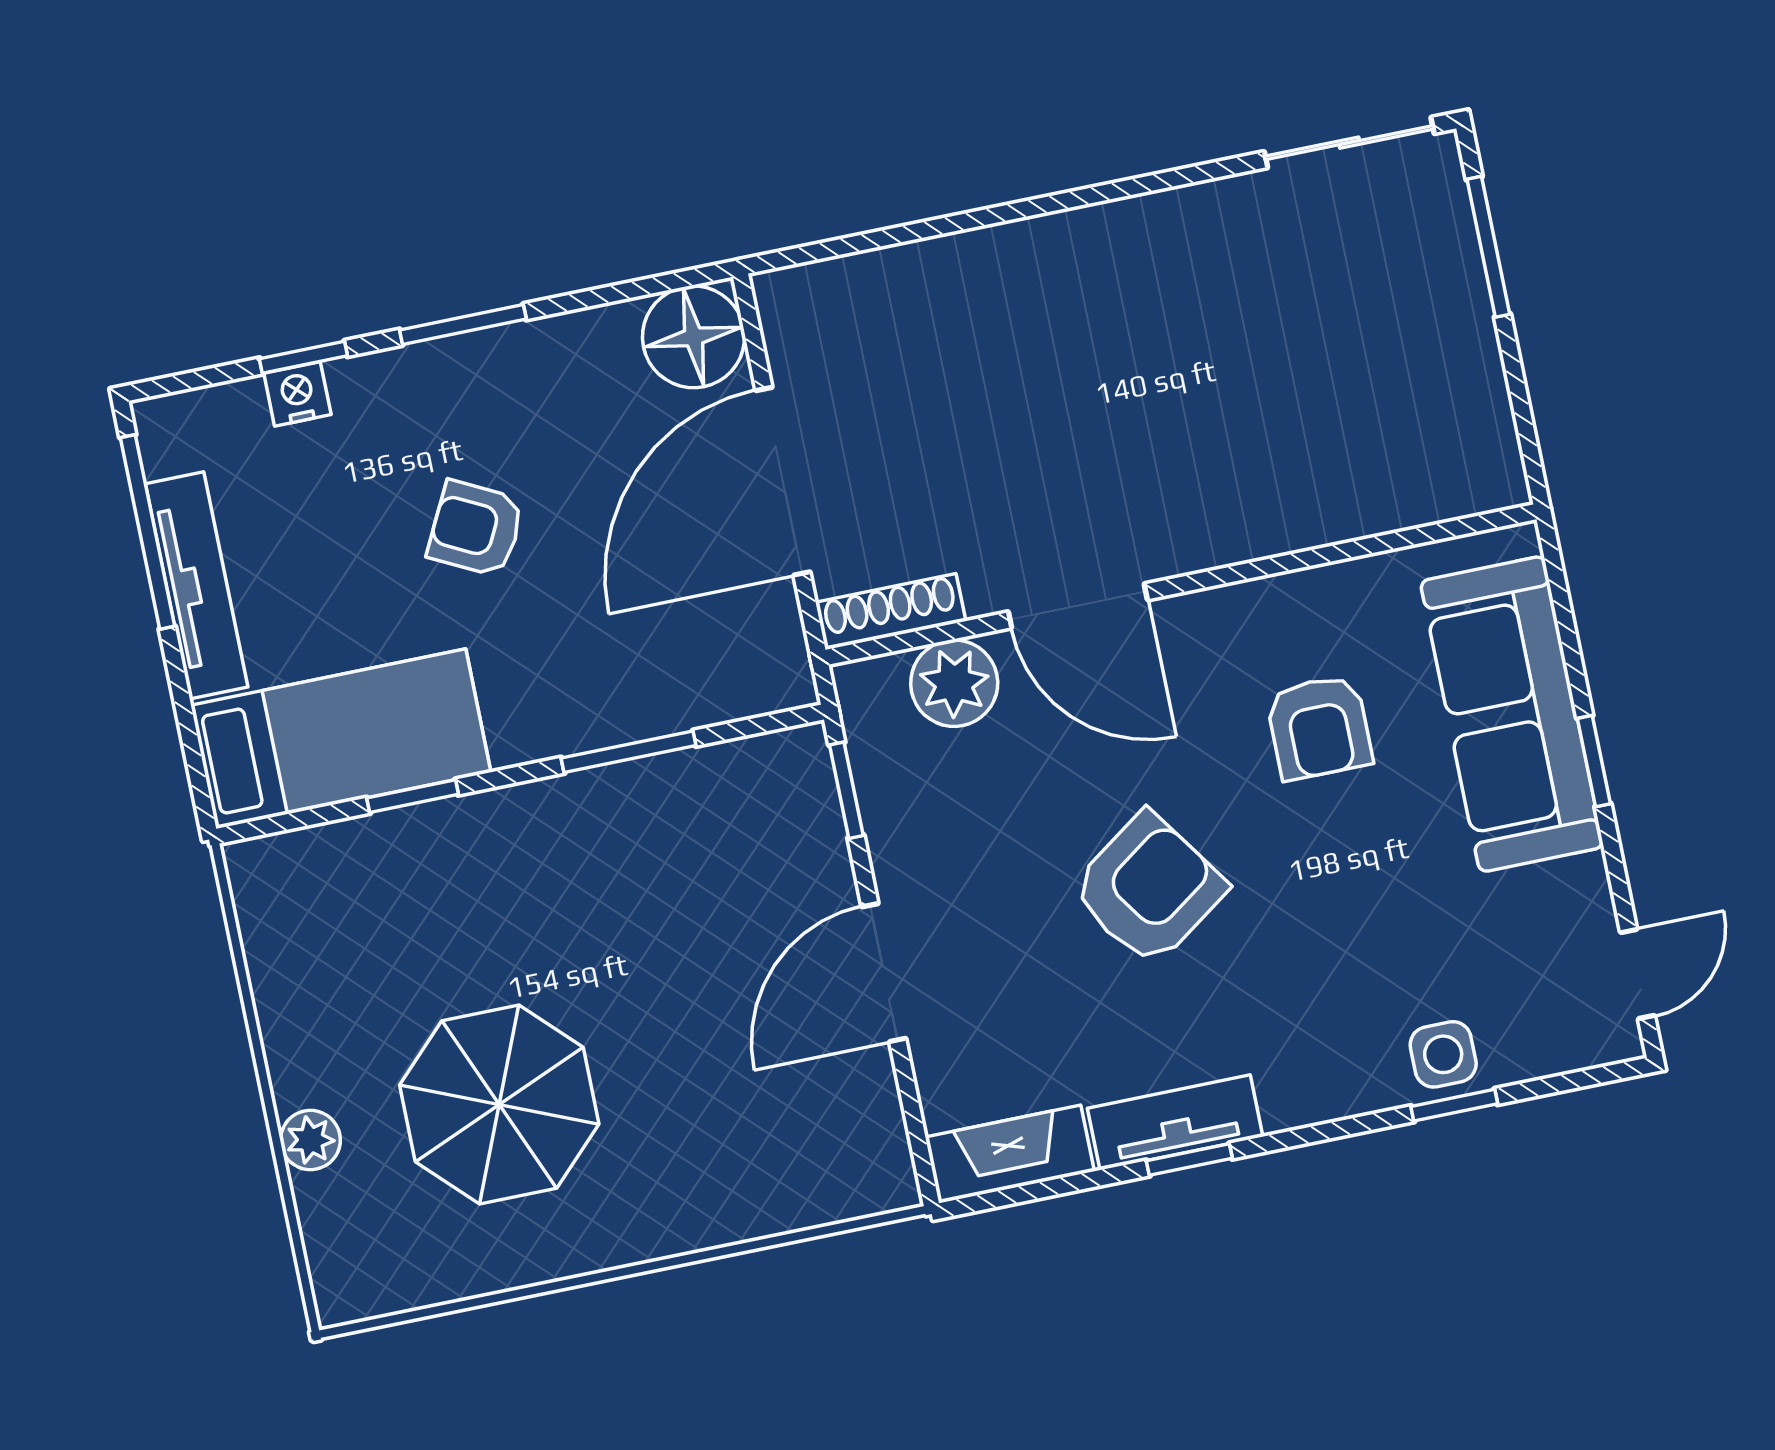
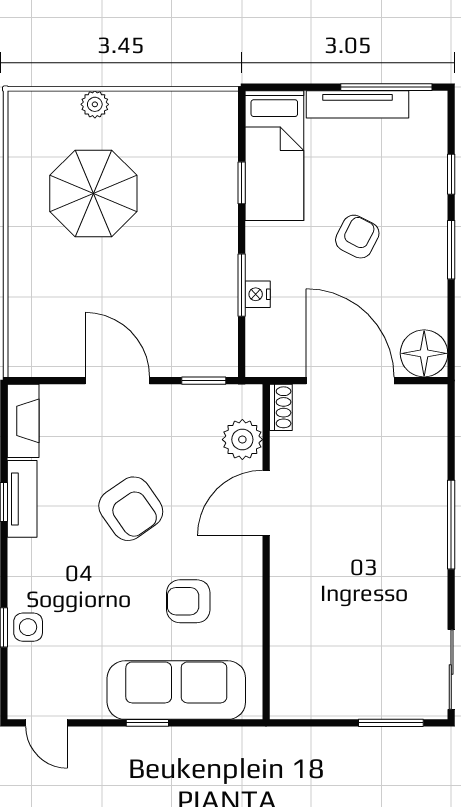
window: (1043, 205) -> (451, 525), added
nightstand: (297, 394) -> (258, 294), moved, turned 180
shoe rack: (891, 612) -> (281, 407), width x0.70

